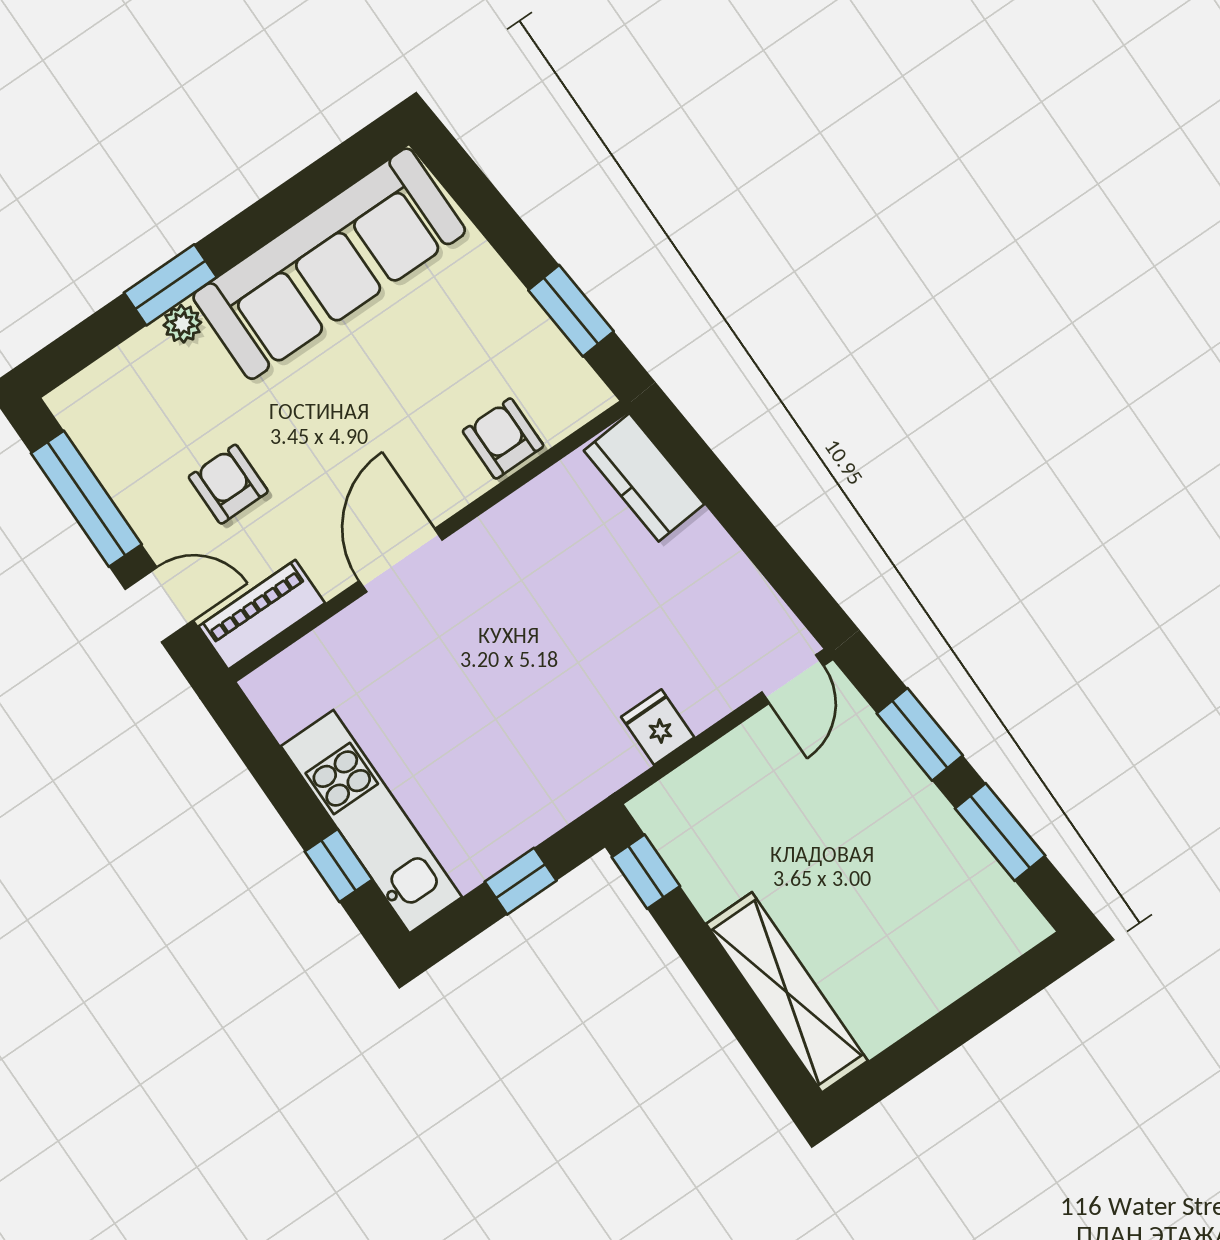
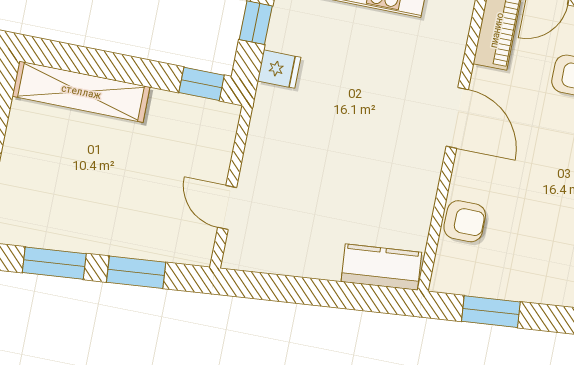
door: (793, 679) -> (227, 208), moved
fridge: (658, 727) -> (279, 69), moved

